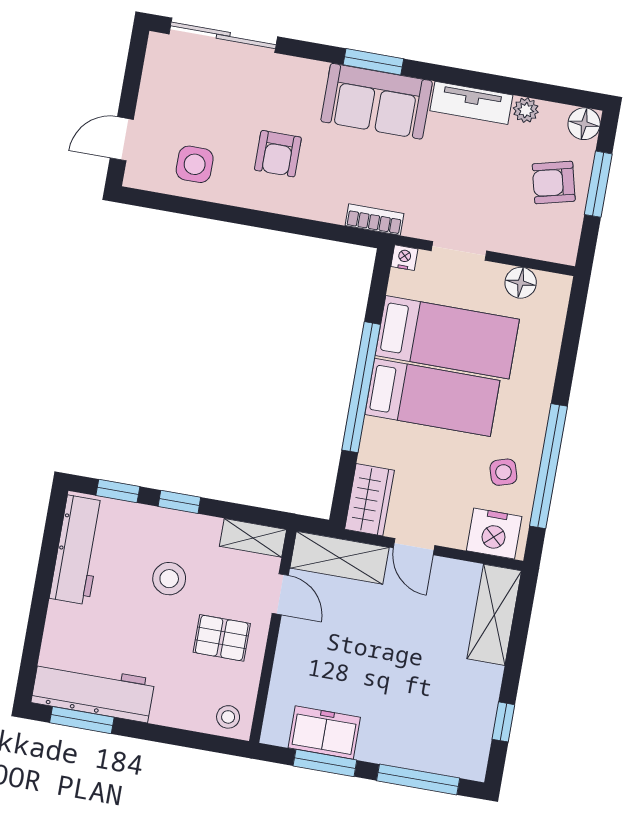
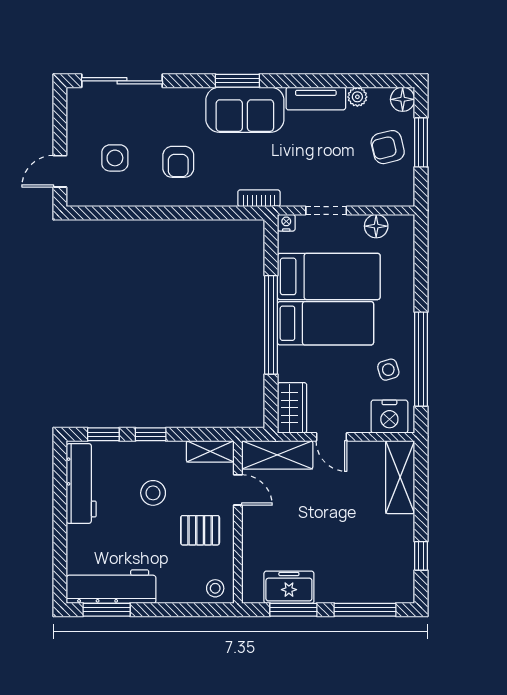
side table: (195, 164) -> (115, 158), moved

